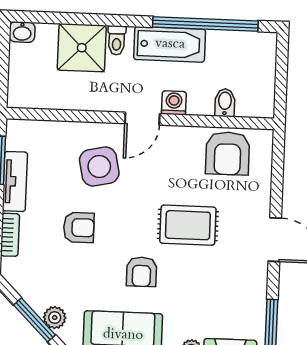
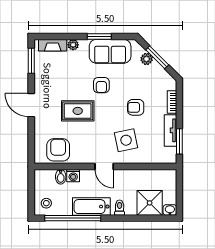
shower: (82, 48) -> (150, 203), moved
stool: (254, 54) -> (46, 203), added
washing machine: (174, 103) -> (73, 176), moved
door: (142, 119) -> (104, 166), swing flipped
armchair: (142, 272) -> (101, 85), turned 180

